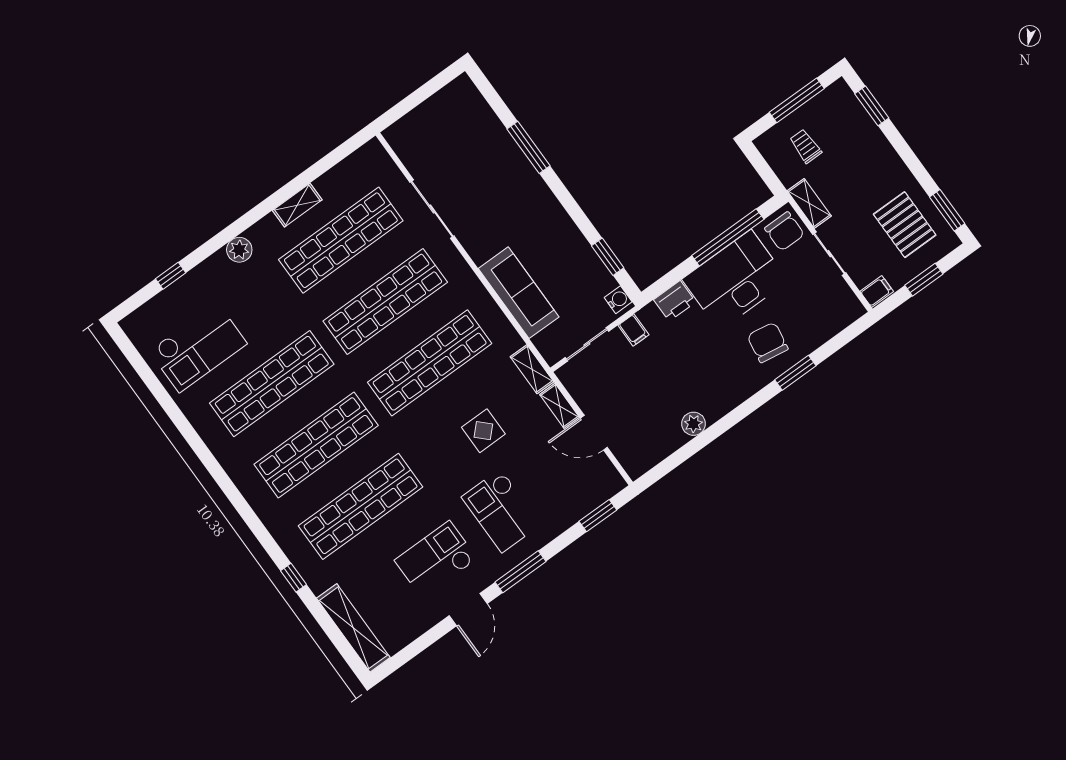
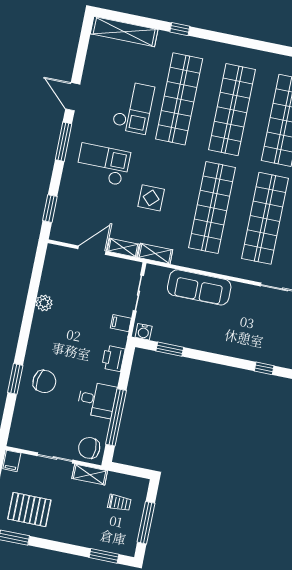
window: (529, 147) -> (264, 368), width x0.46
desk: (735, 280) -> (97, 400), width x0.53, depth x0.77
checkout: (436, 559) -> (133, 108), moved

